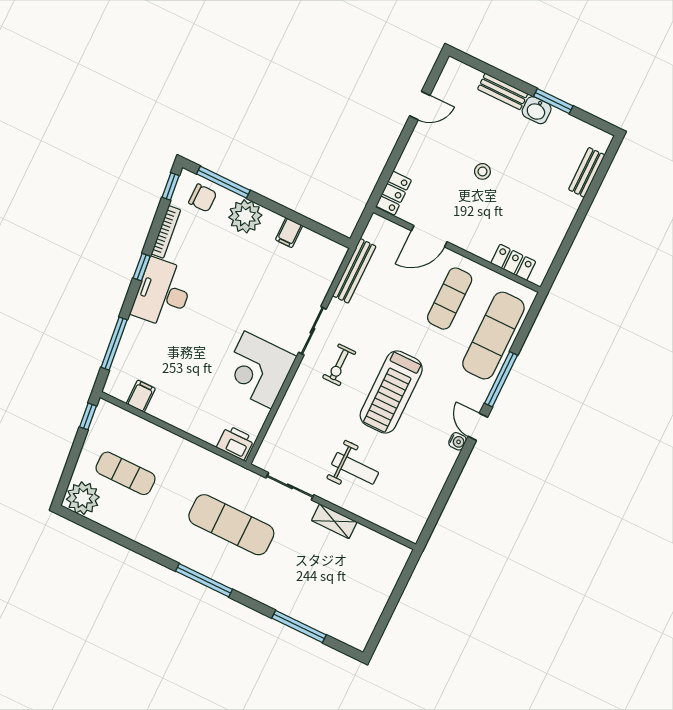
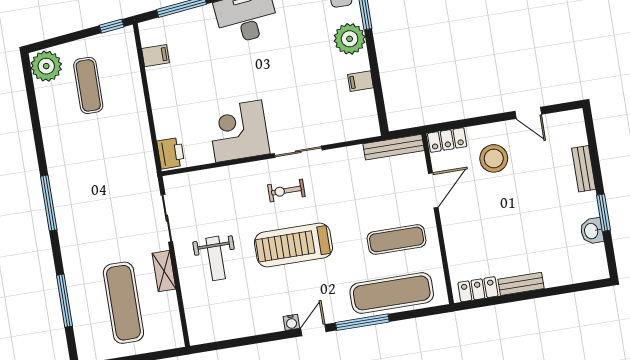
washbasin: (537, 110) -> (592, 231), moved
stool: (482, 171) -> (494, 158), moved, width x1.89, depth x1.89
bench: (587, 172) -> (521, 284), moved
door: (429, 236) -> (433, 190), swing flipped
locker: (513, 262) -> (478, 289), moved, turned -90
bench: (354, 271) -> (394, 147), moved
exercise mat: (231, 525) -> (123, 303), moved

